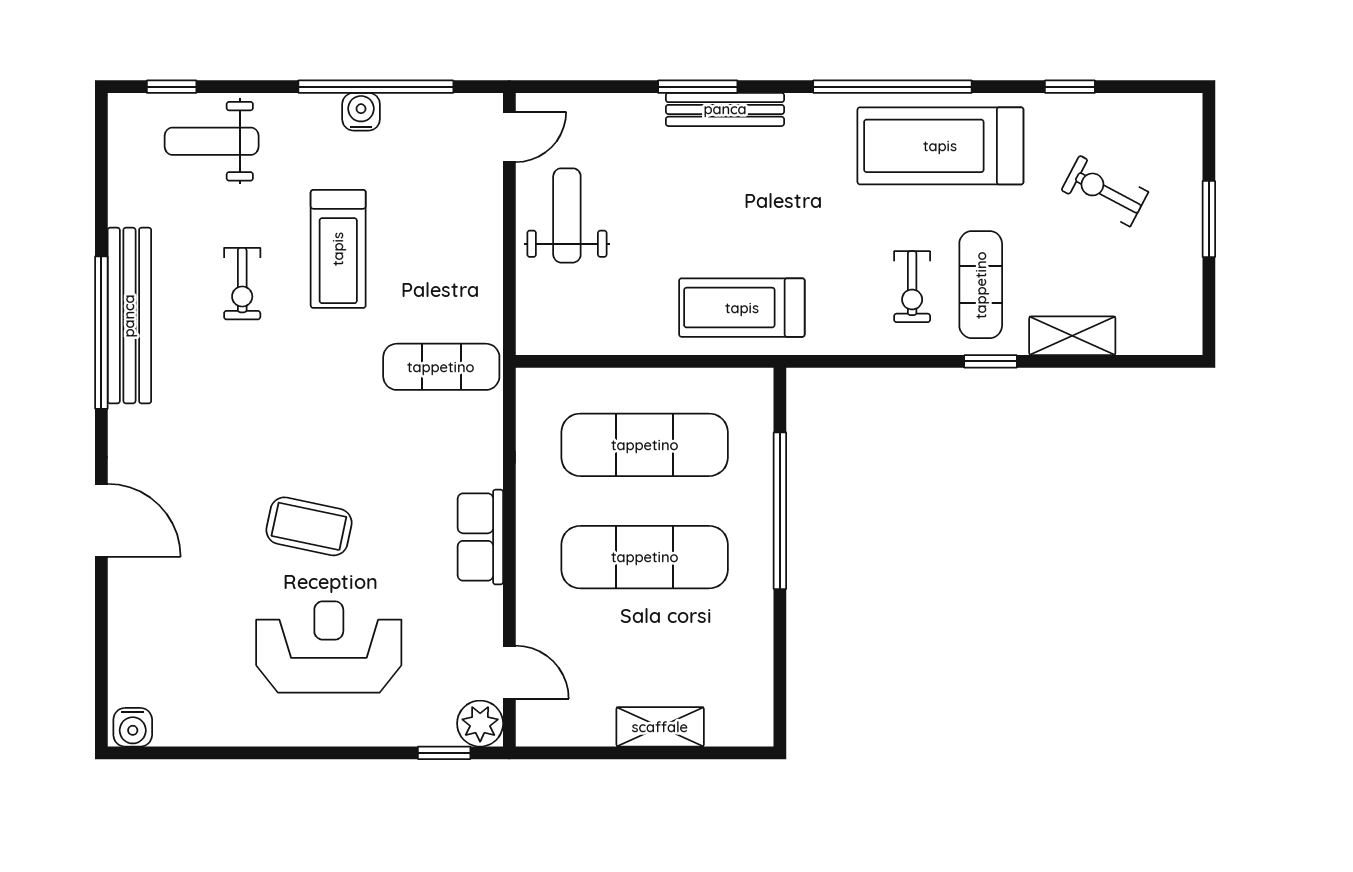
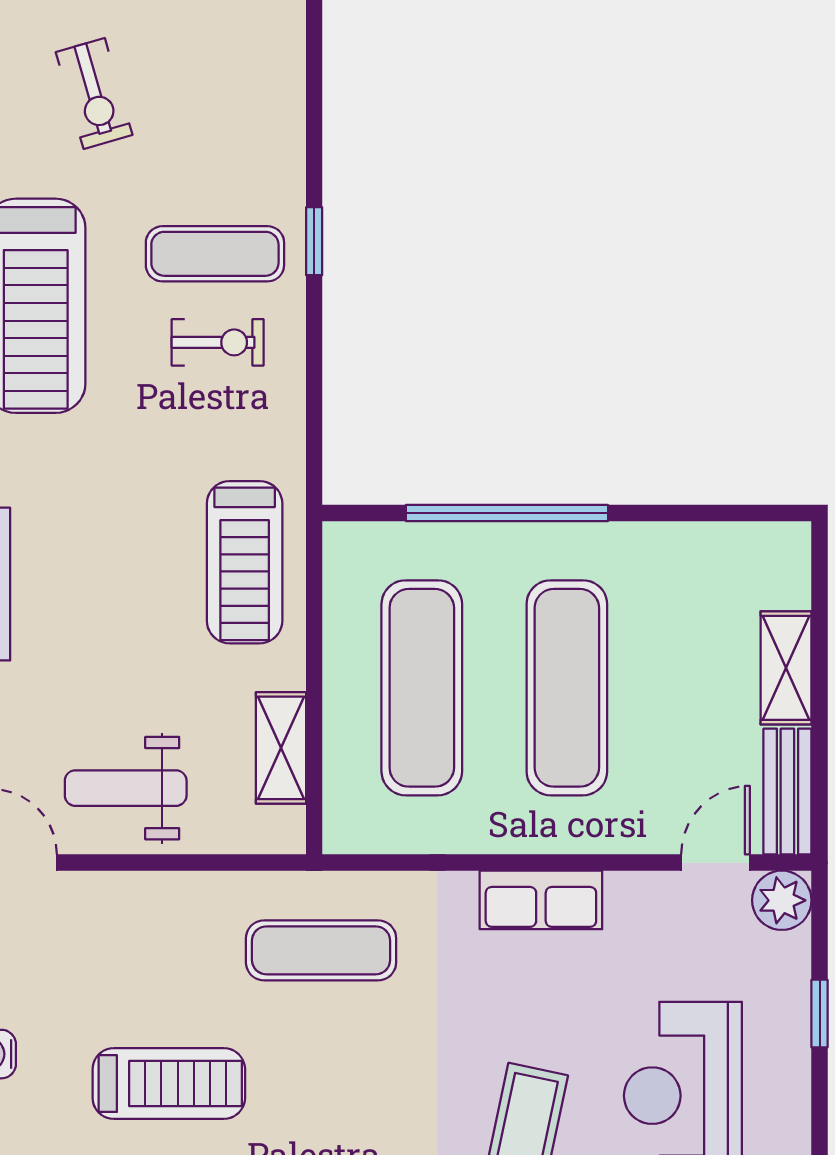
exercise bike: (1105, 191) -> (94, 93), turned -44
shelving: (1072, 336) -> (281, 748), moved
exercise mat: (441, 367) -> (321, 950), turned 90
bench: (564, 728) -> (787, 792), added
window: (444, 753) -> (820, 1014), moved

